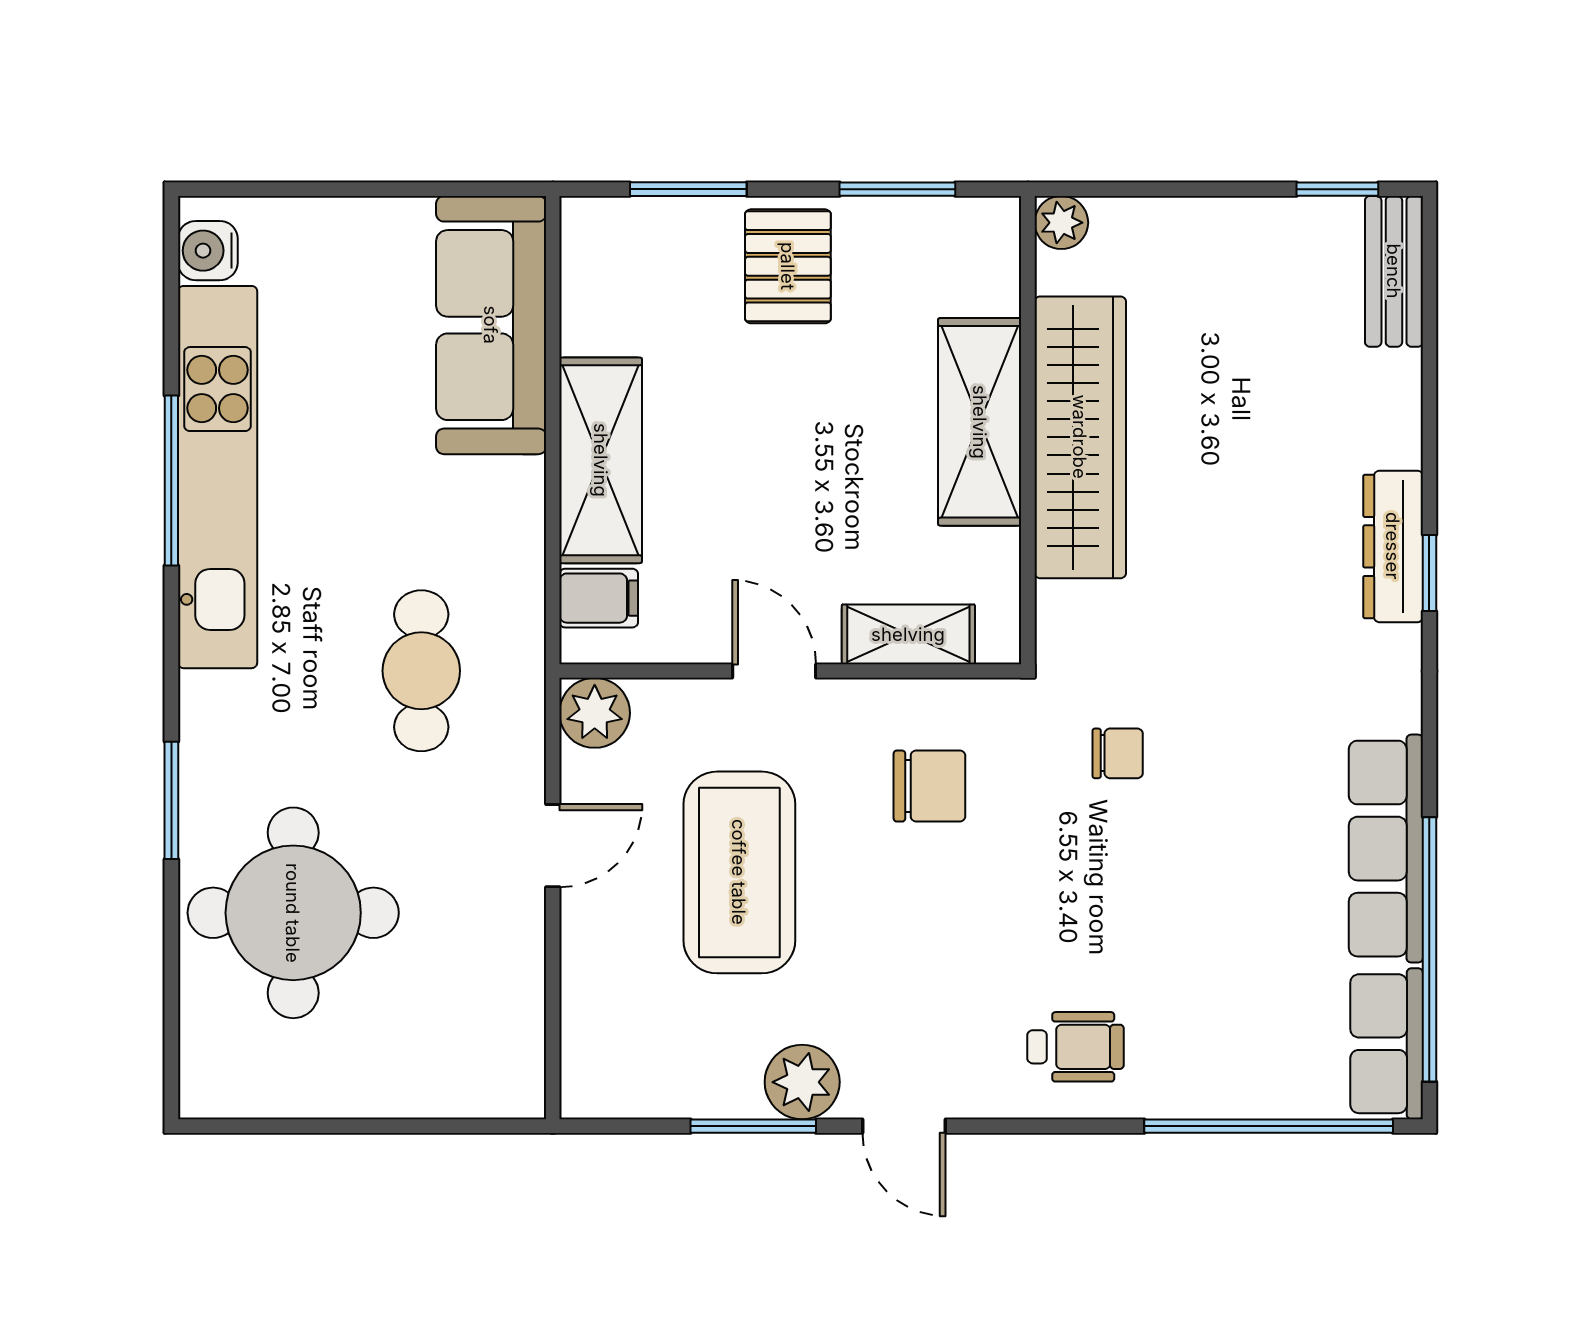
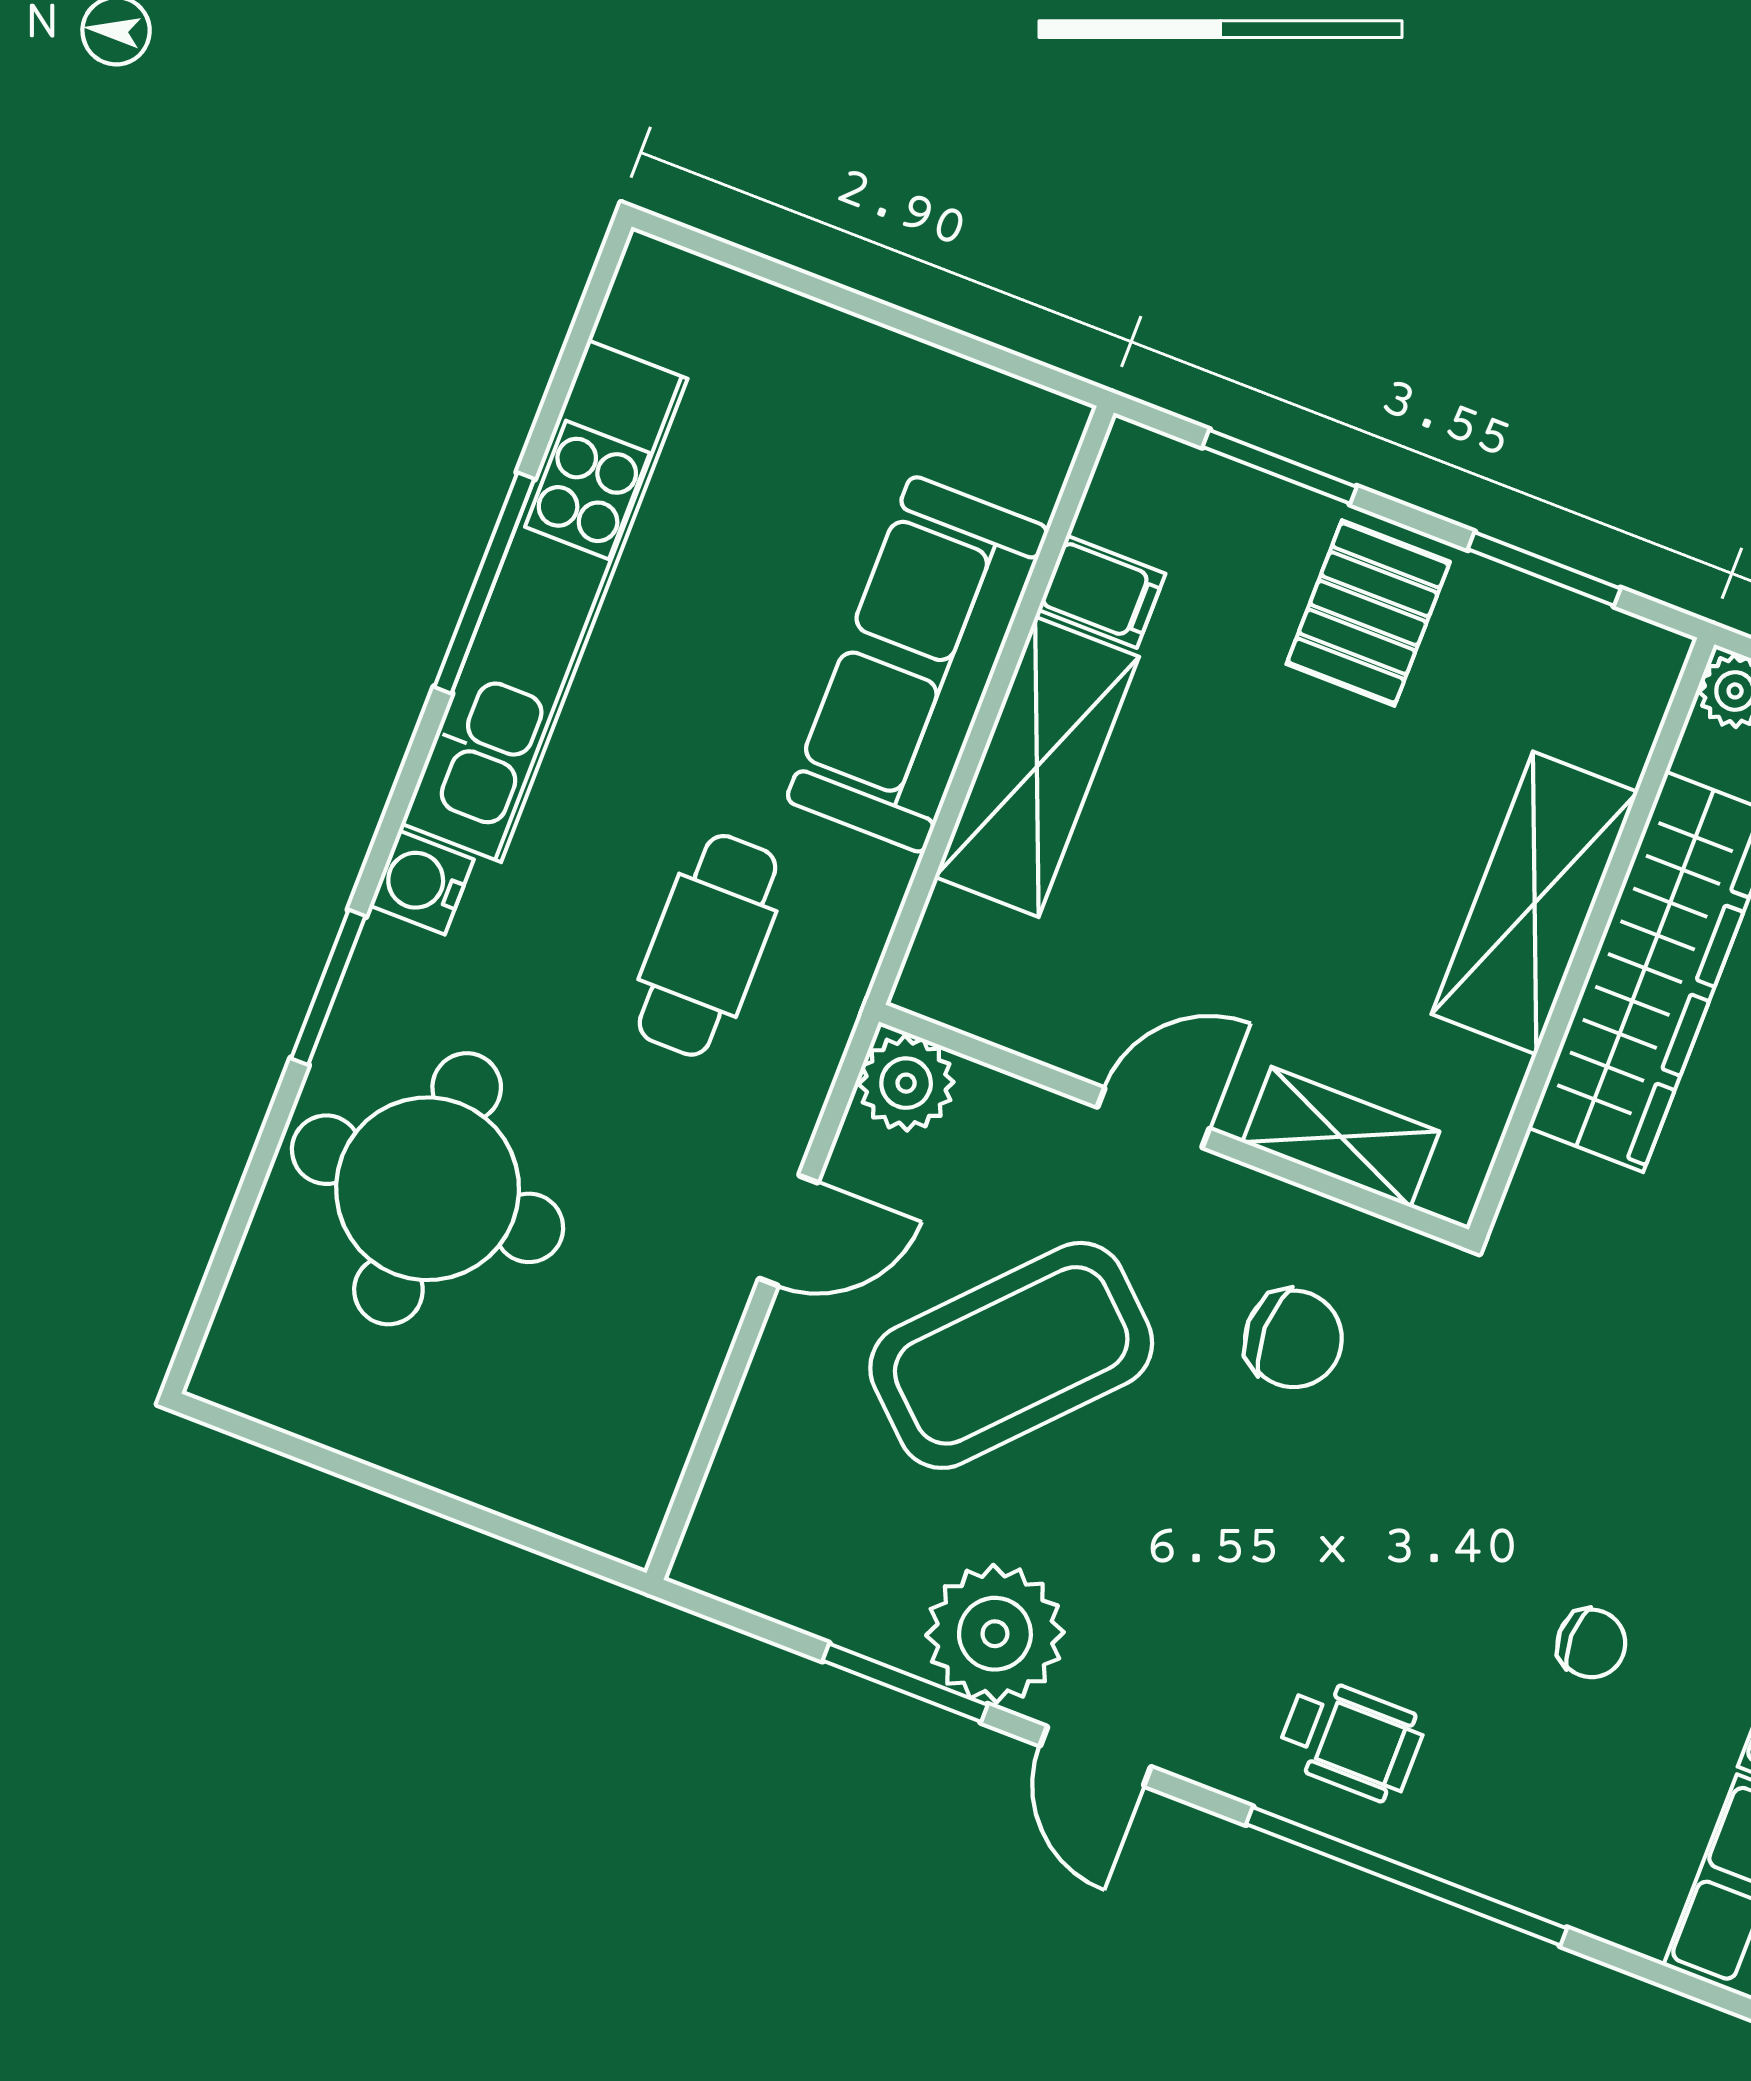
water cooler: (208, 251) -> (422, 883), moved
sofa: (491, 325) -> (917, 664), moved
filing cabinet: (599, 598) -> (1102, 592), moved
door: (774, 671) -> (1153, 1118), hinge flipped
chair: (1118, 753) -> (1591, 1643), moved
coffee table: (739, 872) -> (1011, 1355), turned 43
plant: (802, 1082) -> (995, 1634), width x1.36, depth x1.36
window: (1269, 1126) -> (1406, 1876), moved

